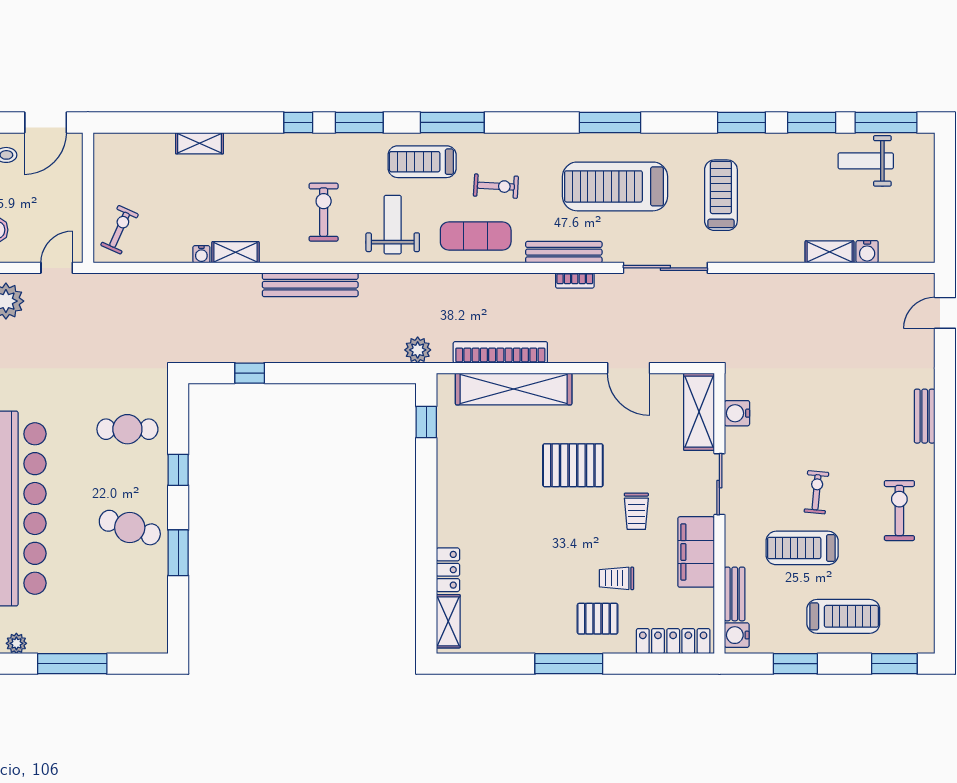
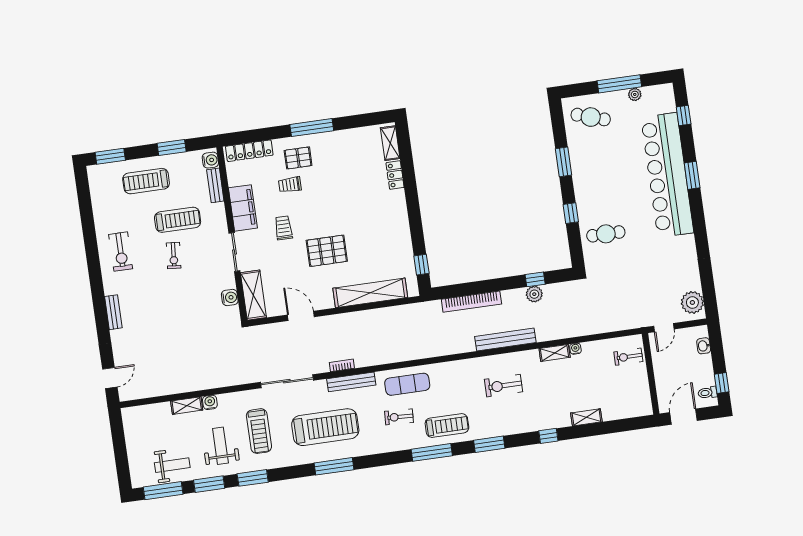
window: (298, 122) -> (548, 436), moved
exercise bike: (324, 212) -> (504, 386), turned 90
weight bench: (393, 225) -> (220, 446), moved, turned 180
exercise bike: (120, 230) -> (628, 357), turned 66
water cooler: (867, 252) -> (210, 402), moved
plant: (418, 350) -> (534, 294), moved
bookcase: (500, 352) -> (471, 302), moved
cafe table: (130, 528) -> (591, 117), moved
trolley: (616, 578) -> (290, 185), turned 180
plant: (16, 643) -> (635, 94), moved

